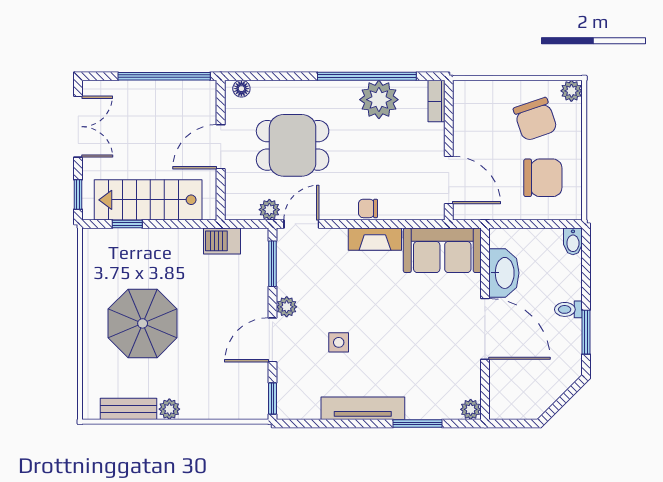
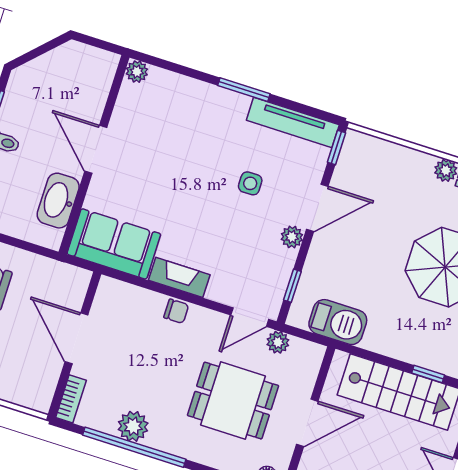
plant: (379, 100) -> (133, 426), width x0.73, depth x0.73
door: (449, 180) -> (76, 338), moved
barbecue: (222, 241) -> (338, 322), width x1.38, depth x1.27
window: (272, 264) -> (292, 286), width x0.67
door: (485, 329) -> (96, 149), width x0.73
tv unit: (363, 408) -> (293, 123), moved
window: (418, 424) -> (244, 90), moved

